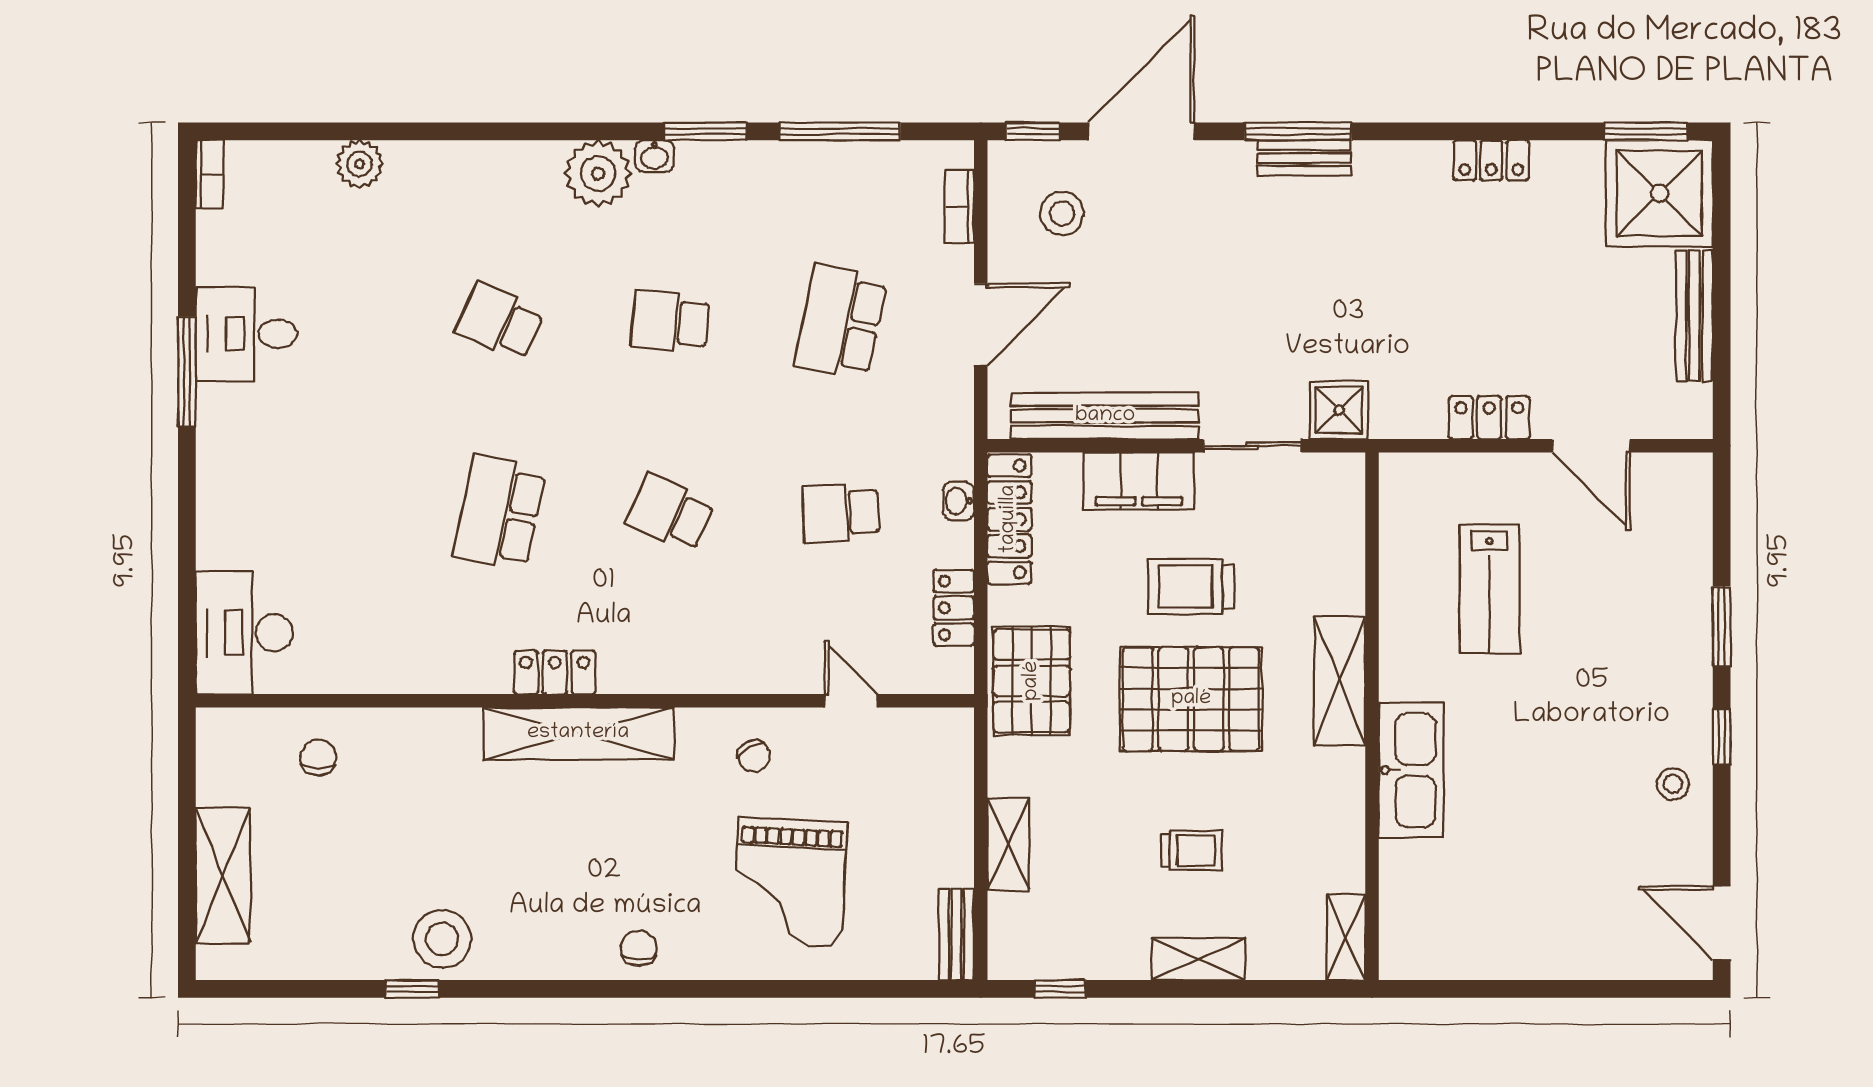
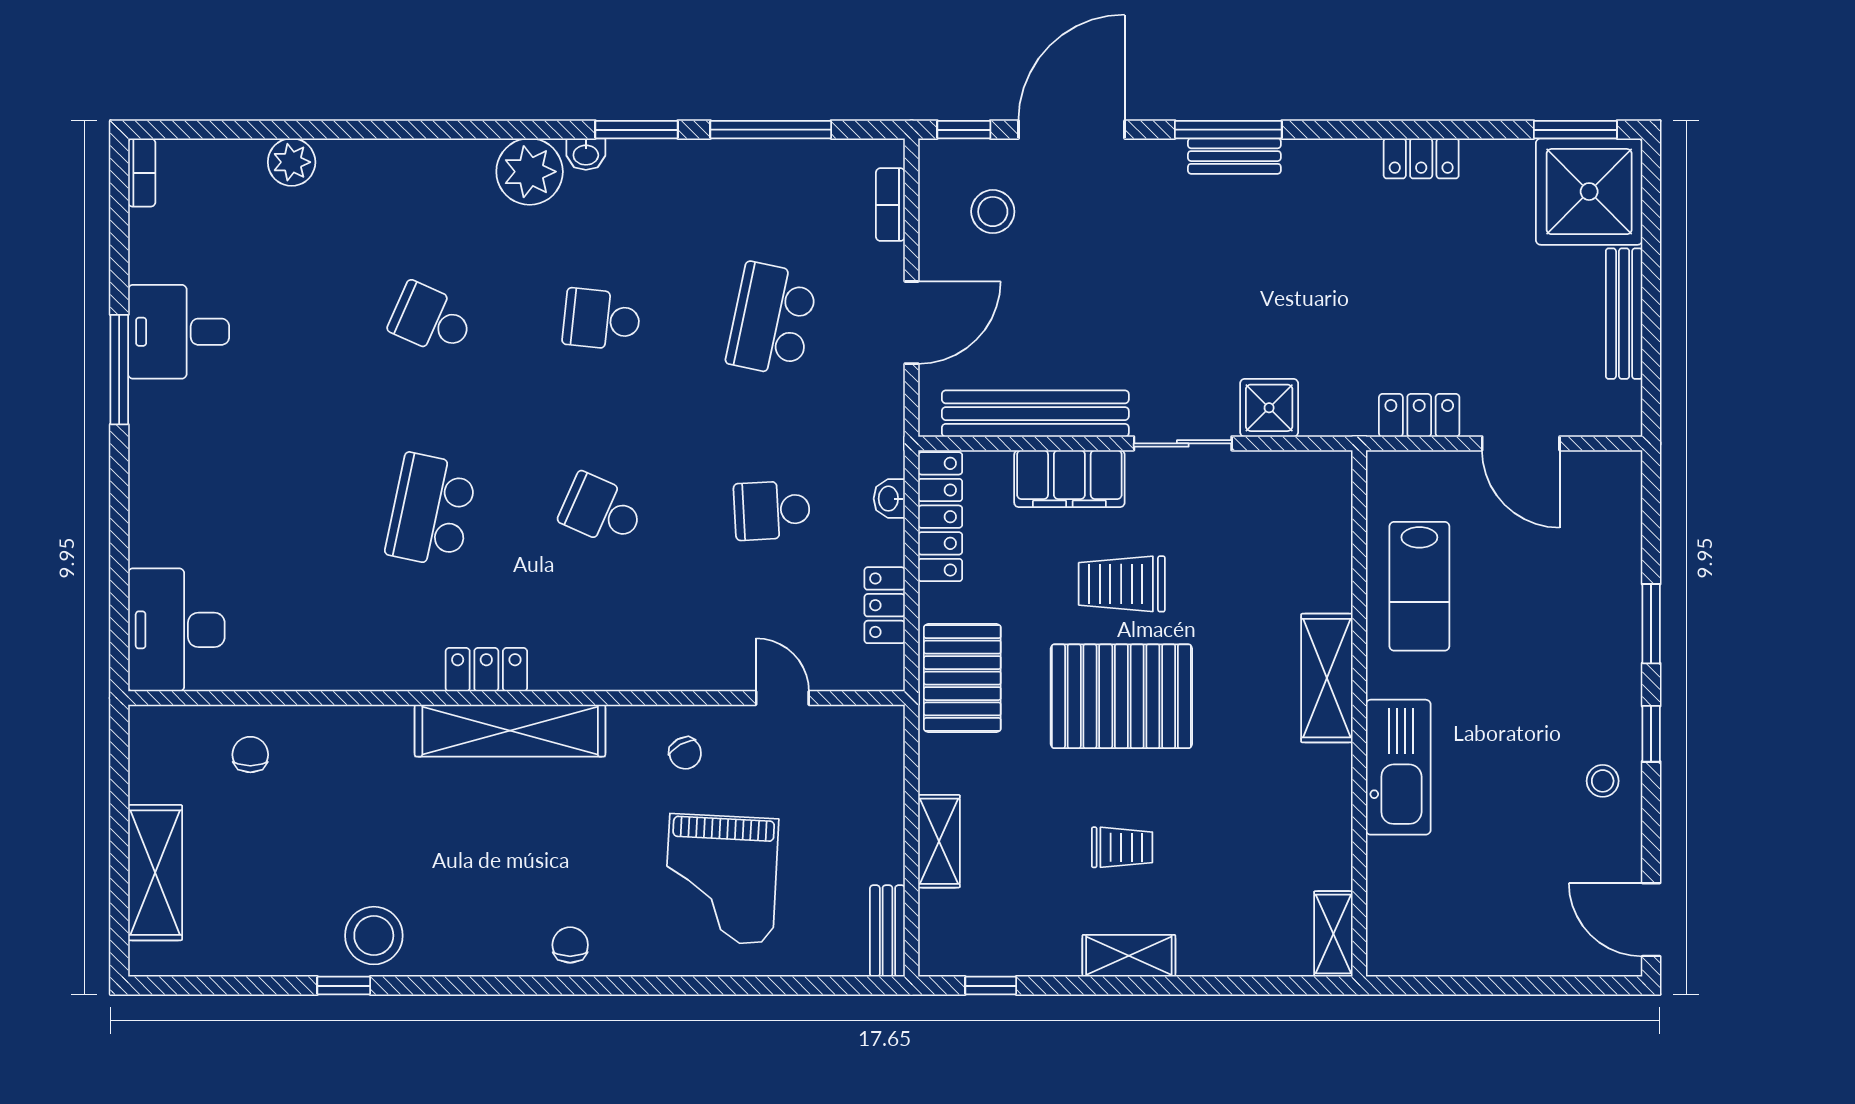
shelving: (1340, 681) -> (1327, 678), moved
wall: (1372, 716) -> (1359, 713), moved
kitchen sink: (1411, 770) -> (1398, 767), moved
shelving: (1346, 937) -> (1333, 934), moved

